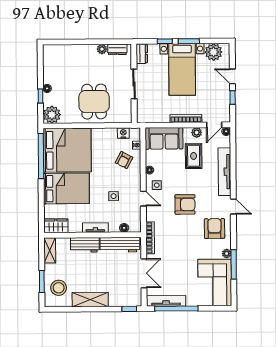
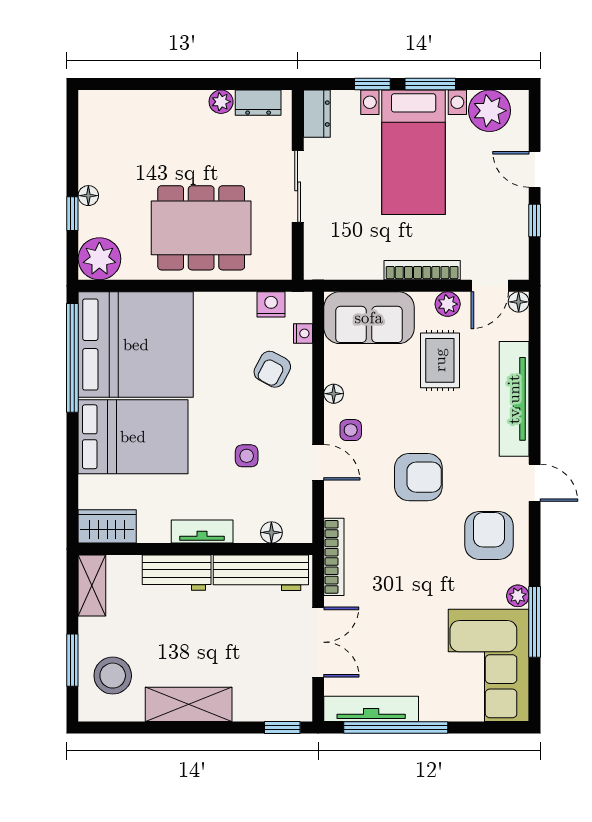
dining table: (94, 102) -> (201, 228), width x1.38

